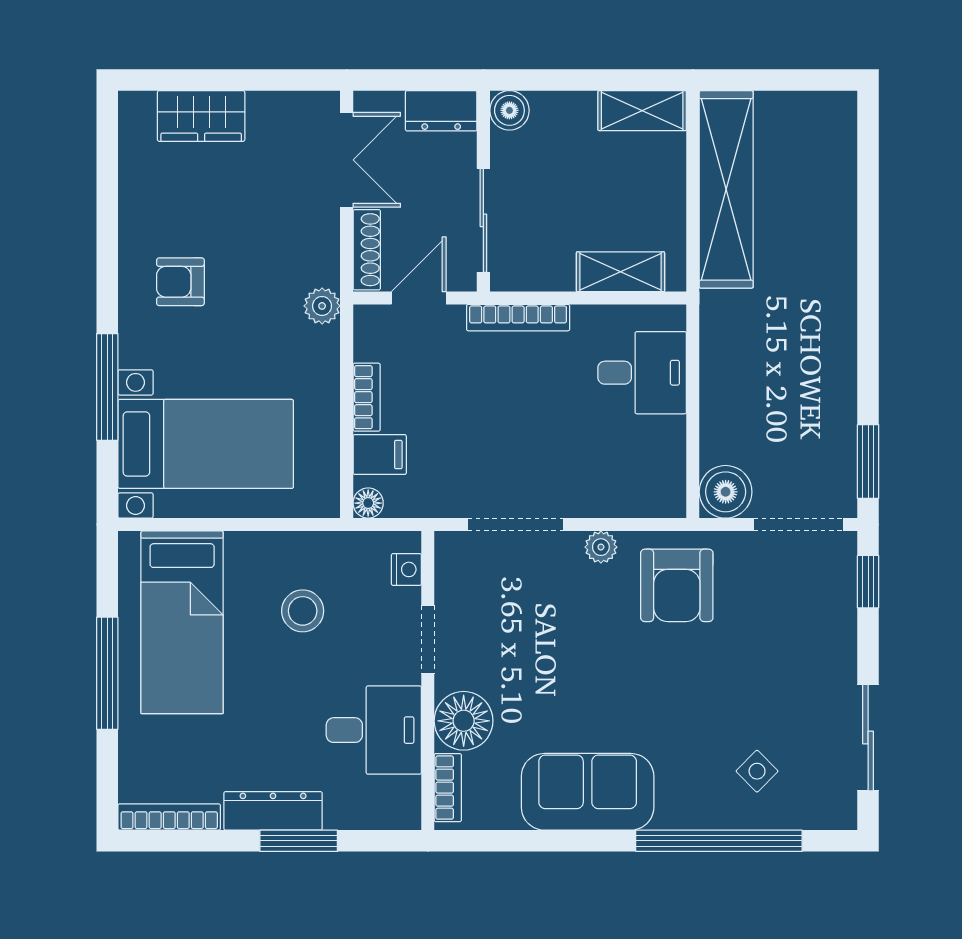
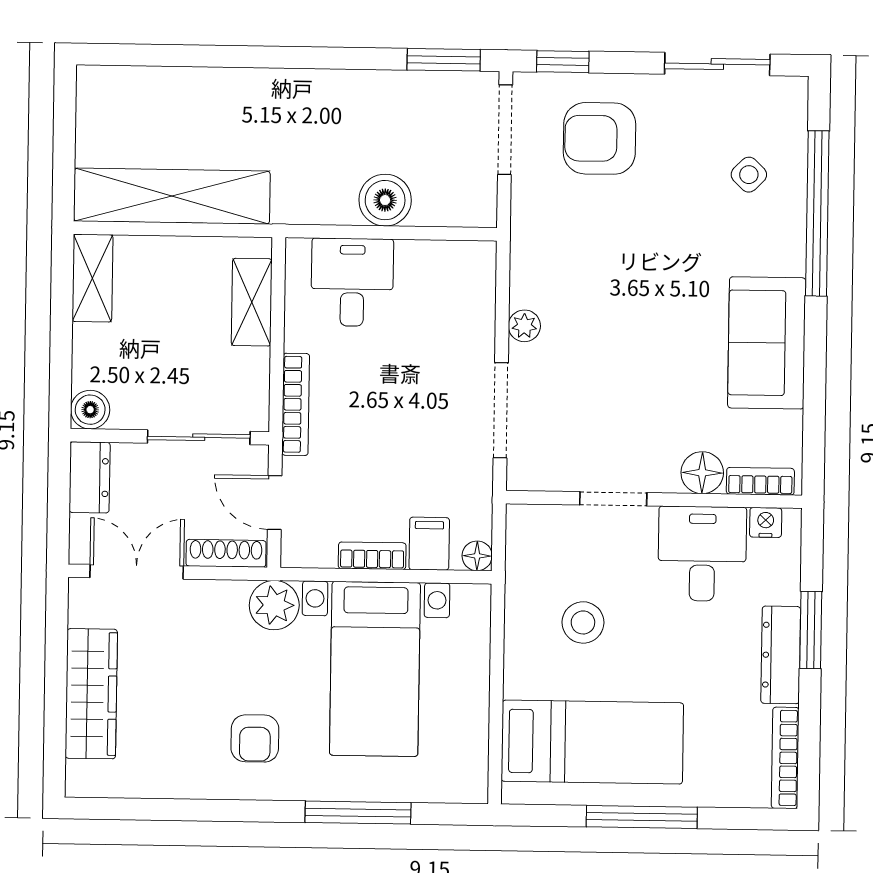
wardrobe: (201, 116) -> (91, 694), width x1.50
plant: (322, 306) -> (274, 605), width x1.38, depth x1.38
bed with nightstands: (206, 444) -> (375, 669), moved, turned 180
boiler: (726, 492) -> (385, 200), moved
nightstand: (406, 569) -> (766, 522), moved
armchair: (677, 585) -> (600, 138), moved, turned 180
floor lamp: (464, 721) -> (702, 473), width x0.73, depth x0.73

